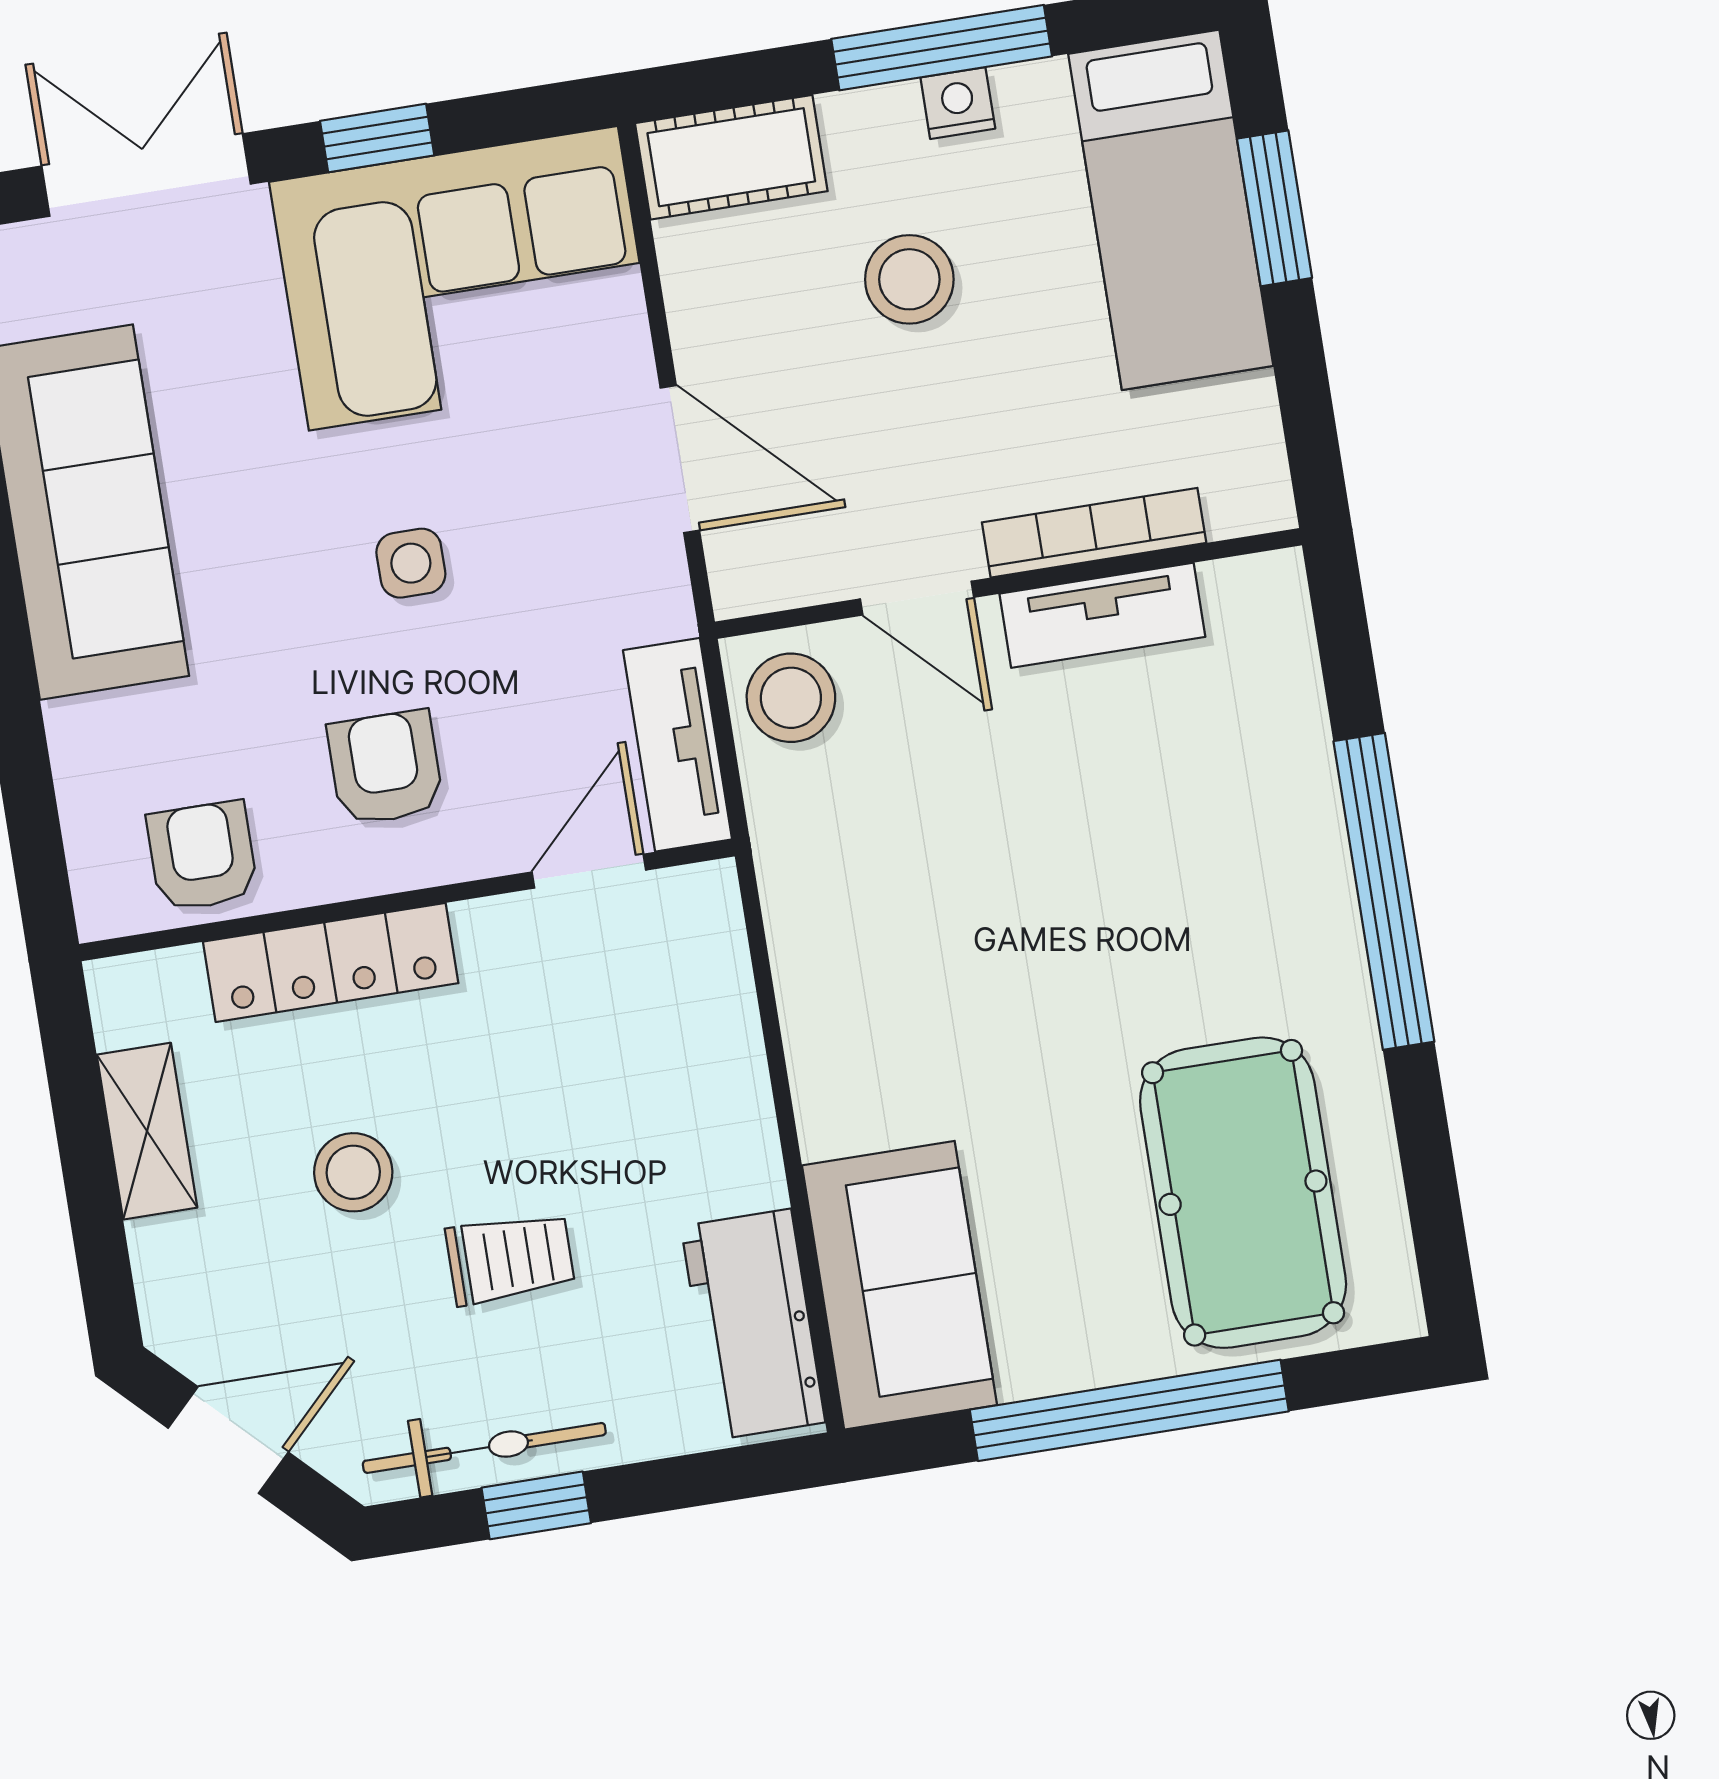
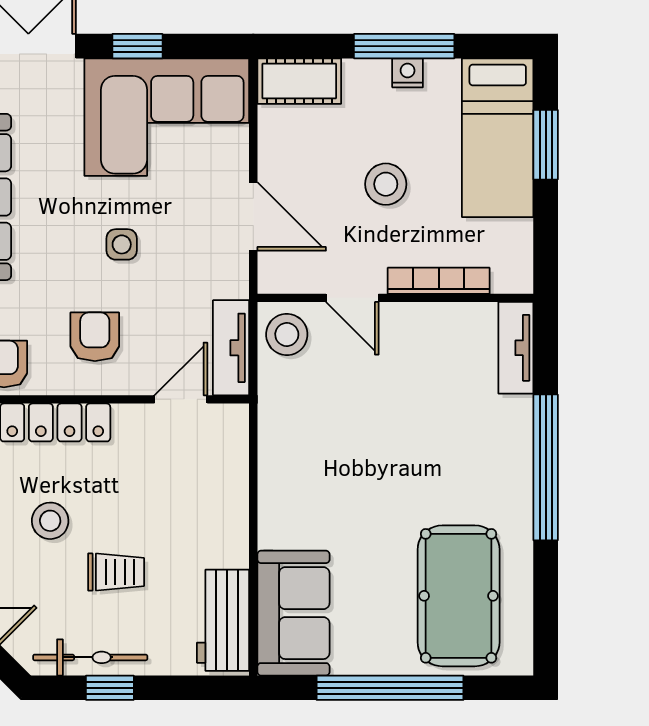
stool: (909, 279) -> (386, 184), moved
tv unit: (1102, 615) -> (516, 348), moved, turned 90

